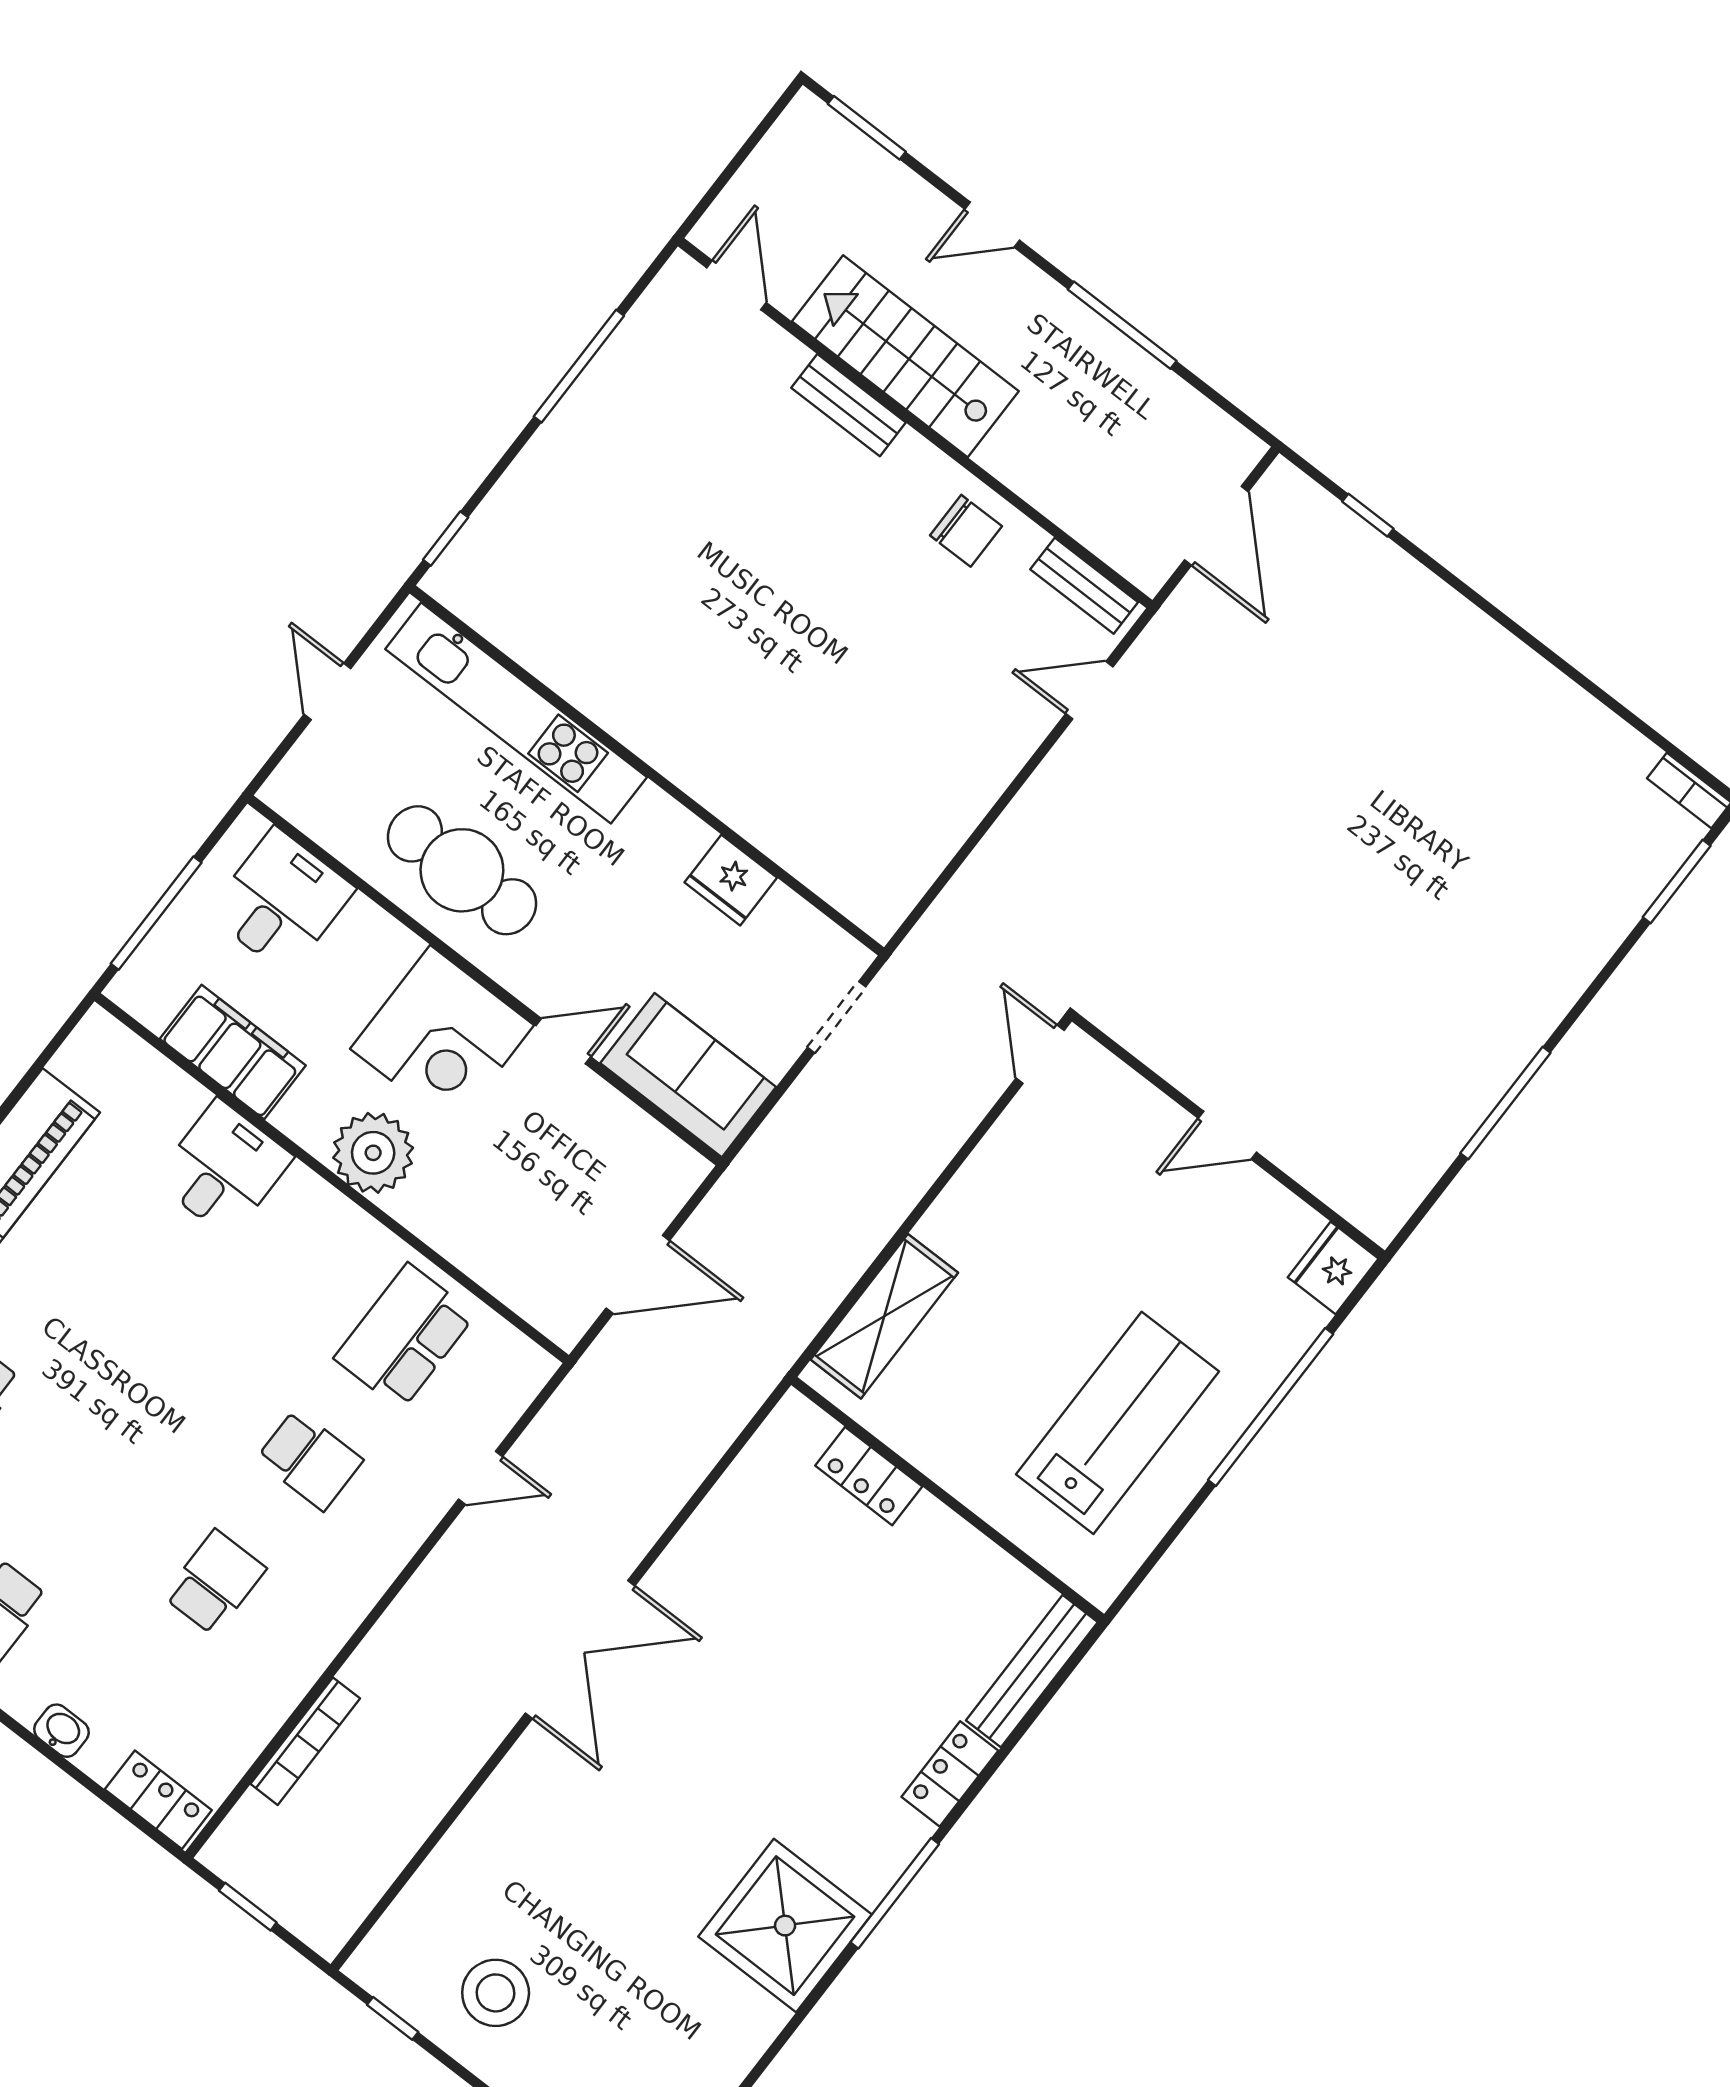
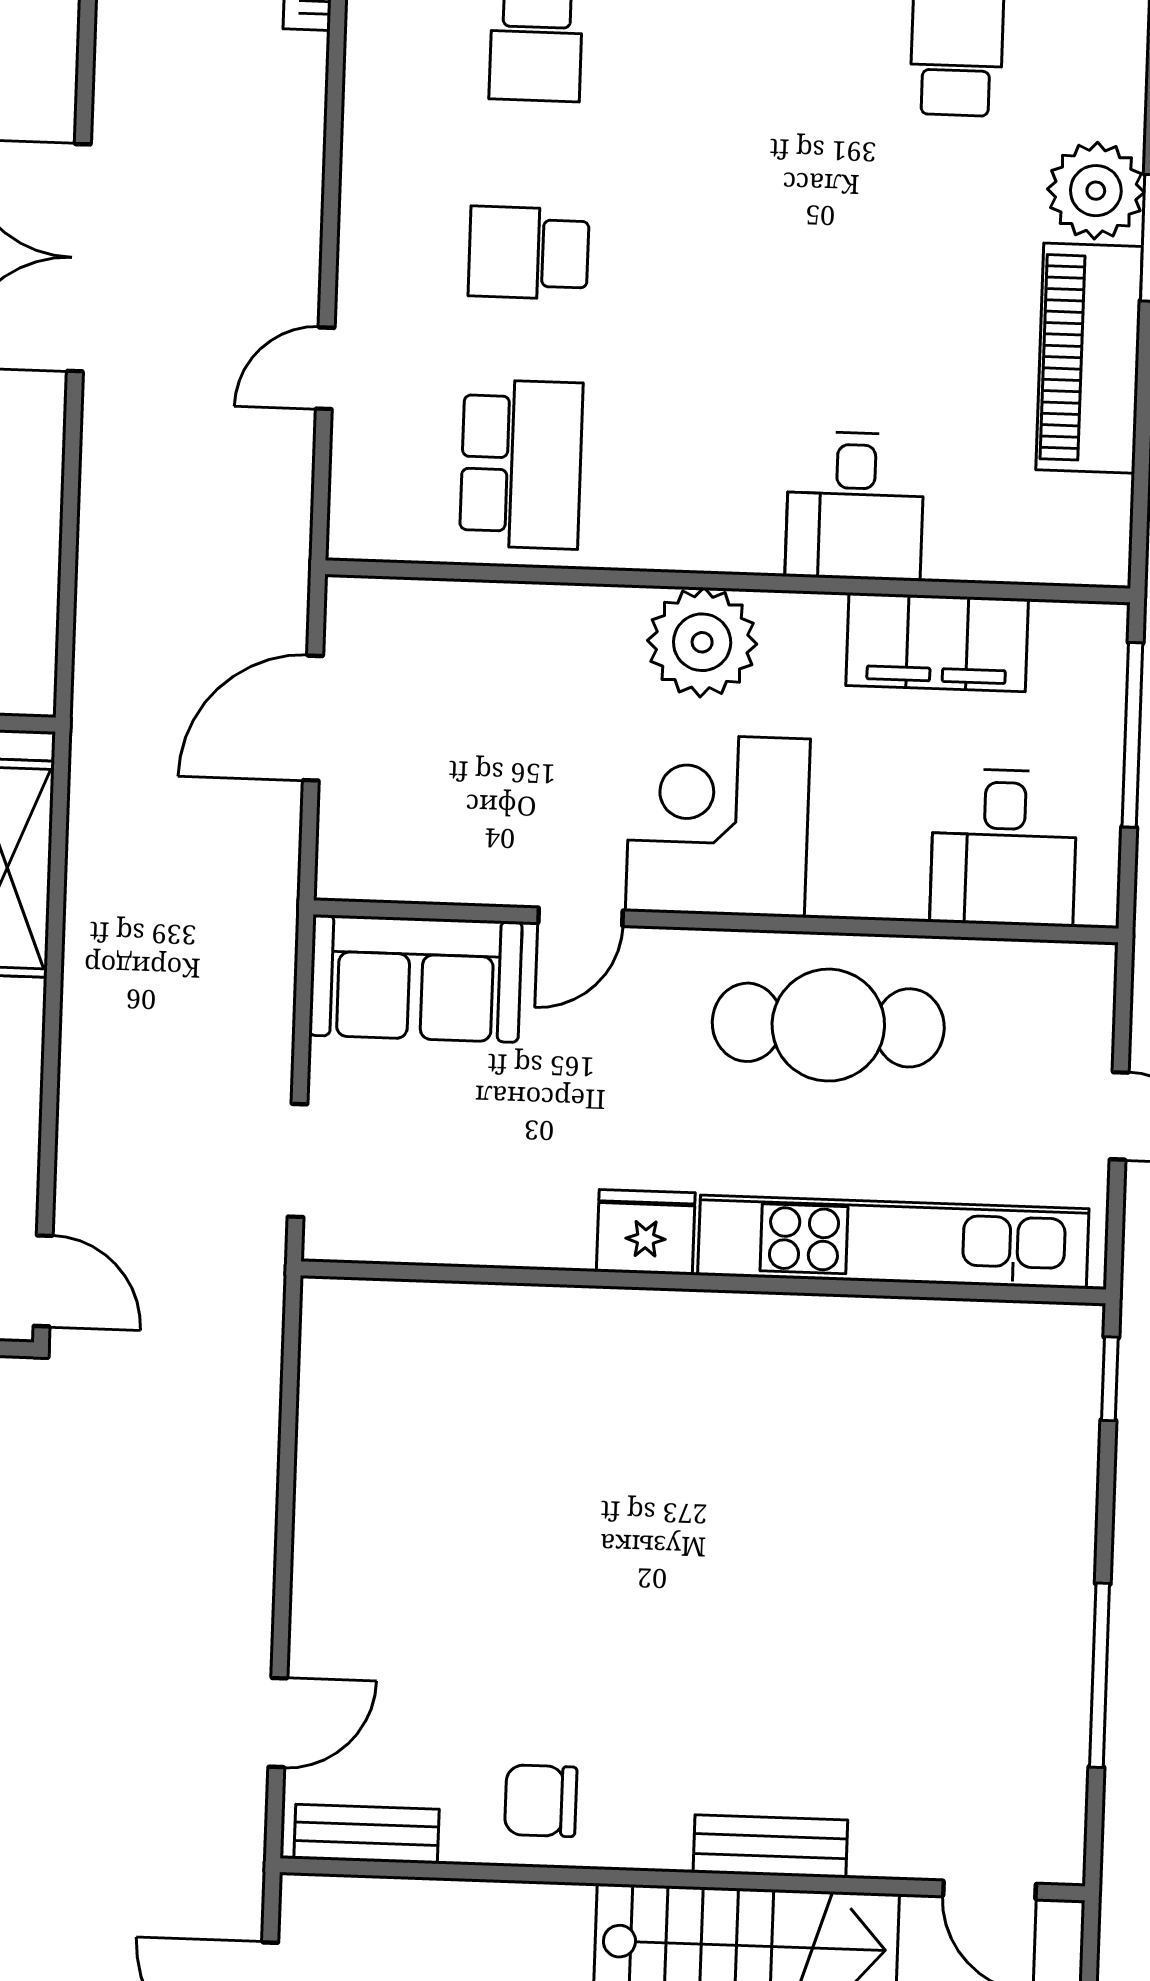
fridge: (731, 880) -> (646, 1232), moved

